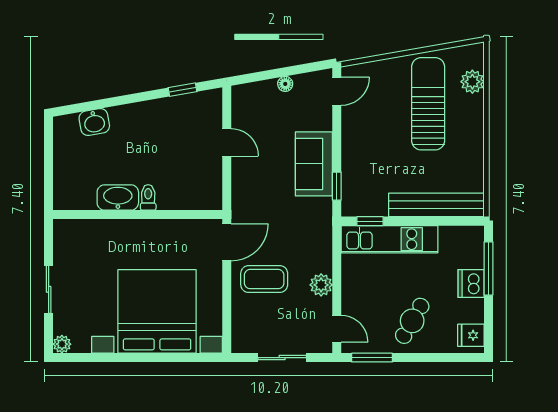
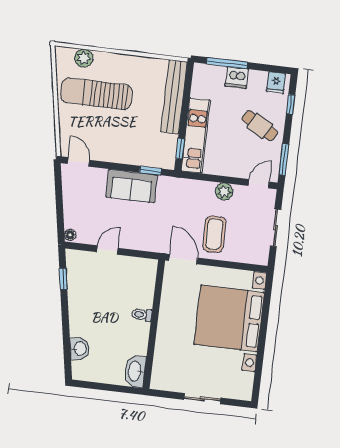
floor lamp: (285, 84) -> (70, 235), moved
washbasin: (118, 197) -> (135, 371), moved
plant: (62, 344) -> (245, 394), removed
window: (445, 358) -> (291, 104), added

